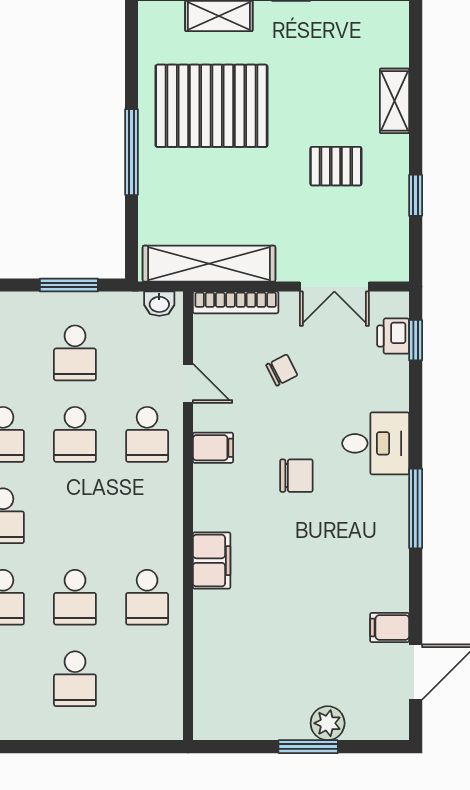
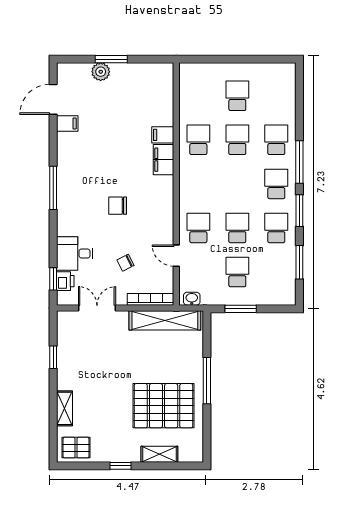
pallet: (336, 166) -> (76, 448), moved
desk: (376, 443) -> (75, 253), moved
filing cabinet: (213, 448) -> (163, 135), moved

